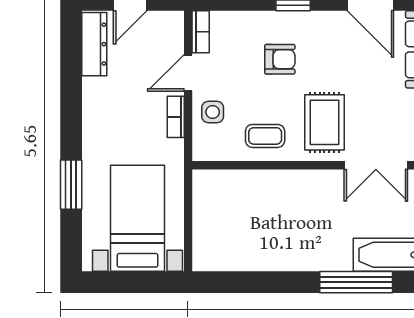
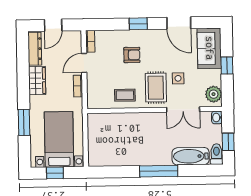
wardrobe: (98, 105) -> (37, 81), added
side table: (213, 112) -> (178, 78), moved
window: (129, 282) -> (55, 173), added
window: (356, 282) -> (159, 171), moved

